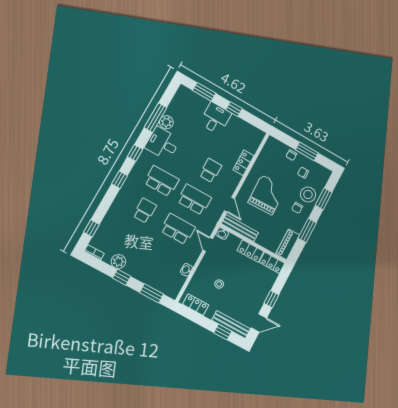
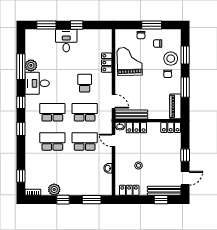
grand piano: (267, 195) -> (130, 61), moved
school desk: (145, 211) -> (52, 141), width x1.85
locker: (250, 251) -> (136, 128), moved

